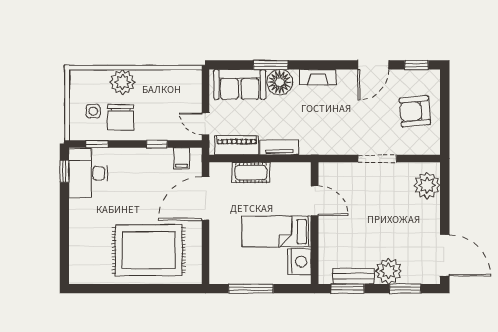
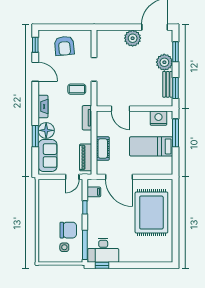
plant: (122, 82) -> (46, 229), removed
coffee table: (346, 131) -> (77, 89), added
window: (97, 144) -> (85, 245), width x2.17
tv unit: (279, 147) -> (87, 118), moved
plant: (427, 185) -> (133, 38), moved
door: (315, 201) -> (120, 109), swing flipped
bed: (277, 232) -> (151, 146), moved, turned 90
window: (251, 289) -> (176, 133), moved

